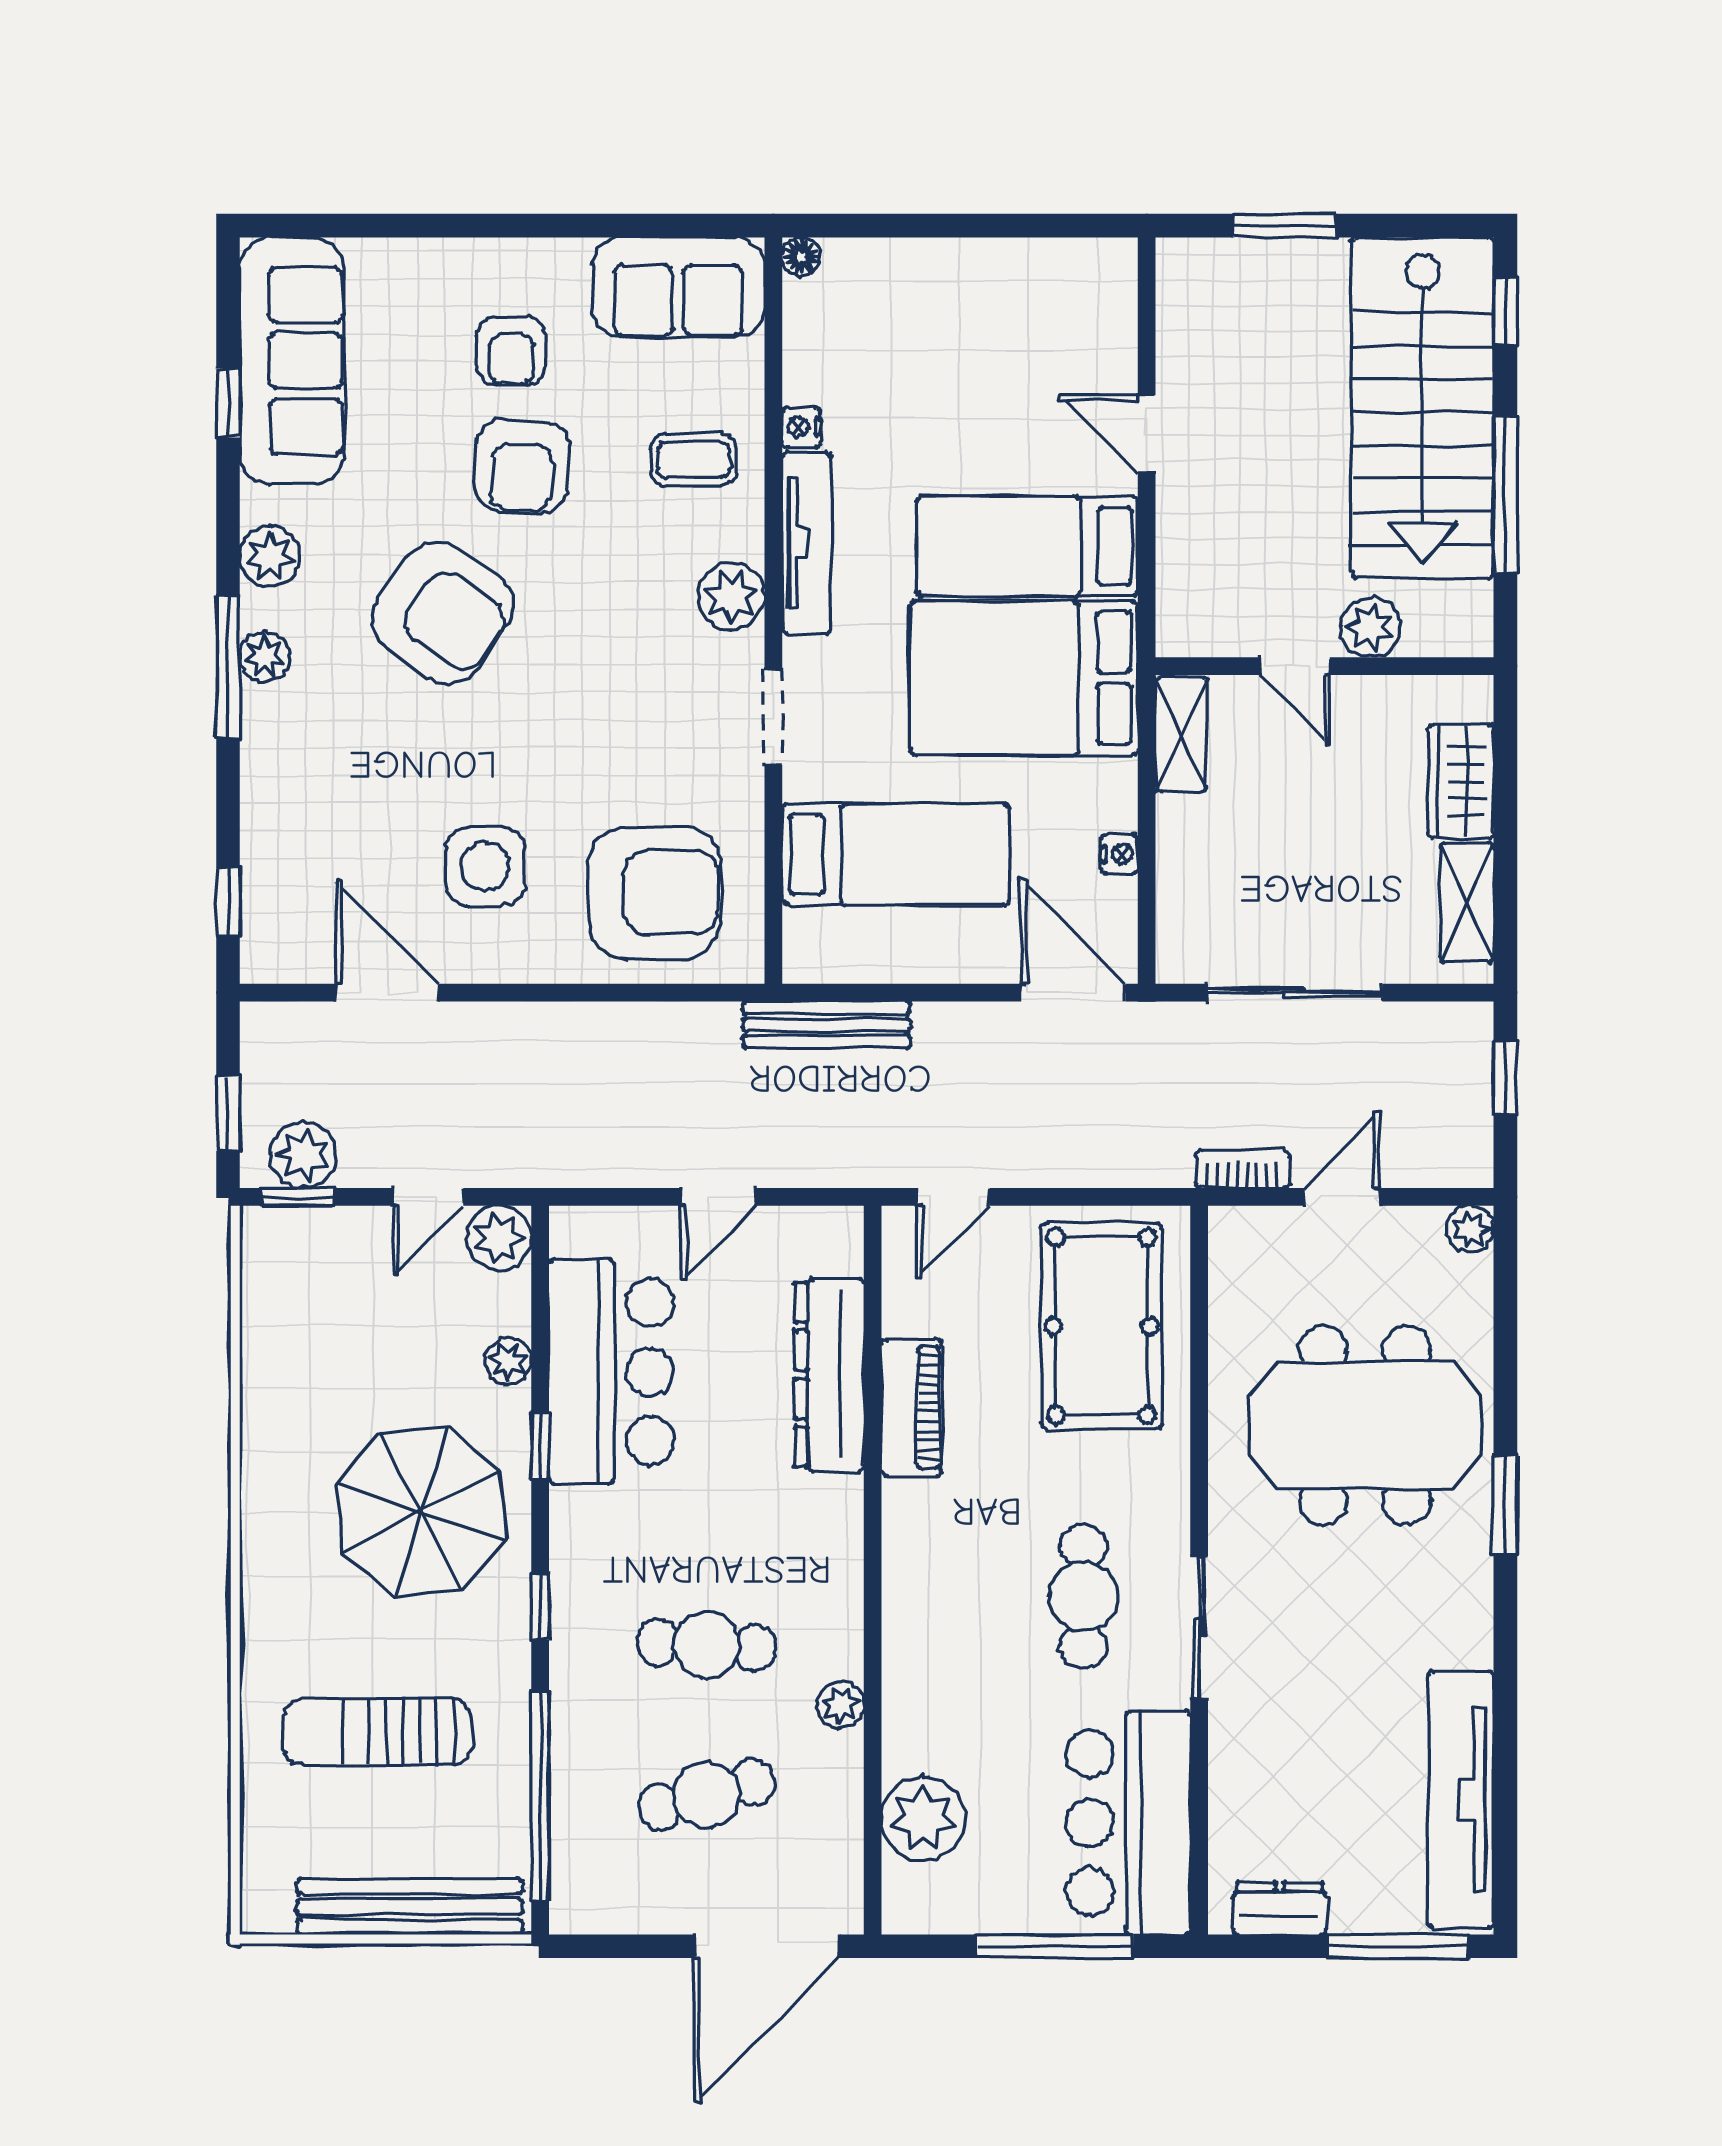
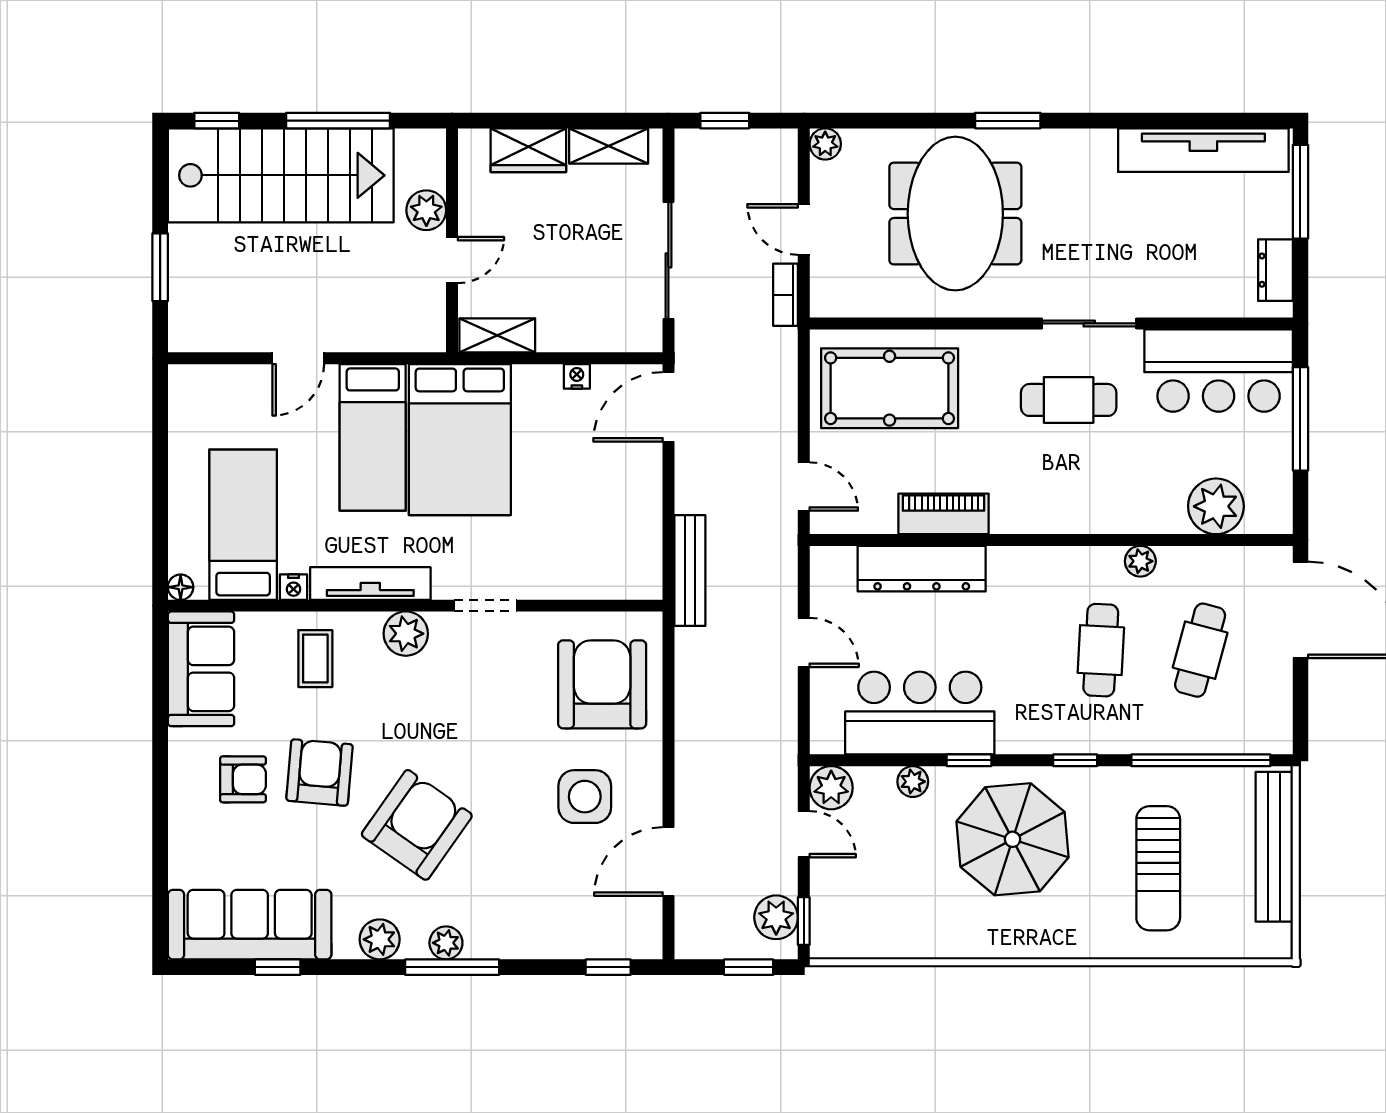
armchair: (522, 466) -> (320, 772), turned -89
bed: (896, 854) -> (243, 525), moved
cafe table: (706, 1795) -> (1200, 650), turned 30

